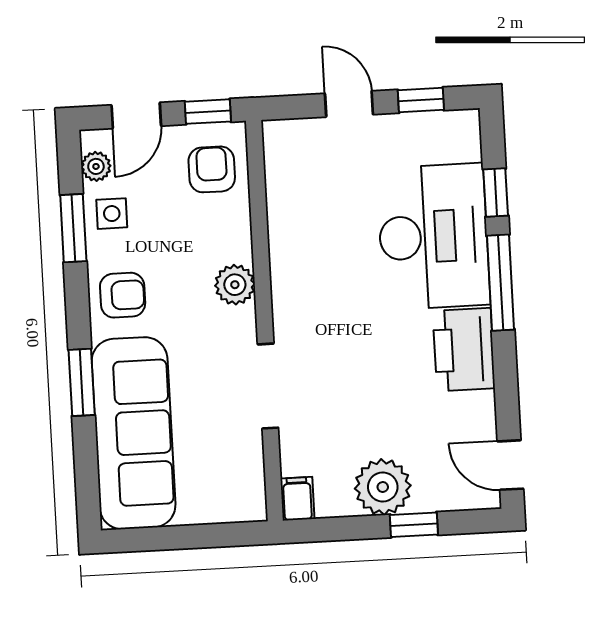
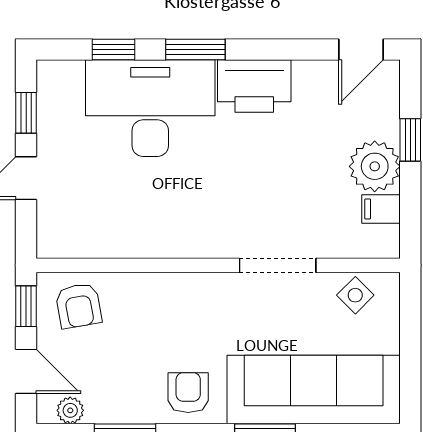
armchair: (212, 169) -> (79, 306), turned -100
side table: (112, 214) -> (355, 295), moved, turned 45
window: (501, 283) -> (195, 50), width x0.69
plant: (235, 285) -> (184, 290), removed
filing cabinet: (297, 499) -> (381, 209), moved

